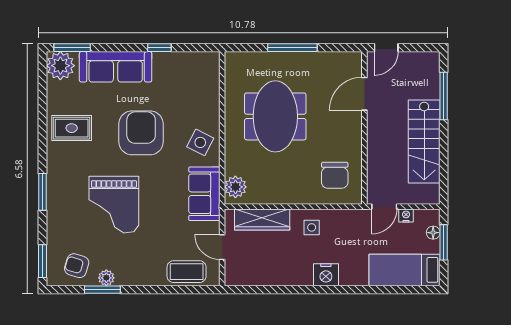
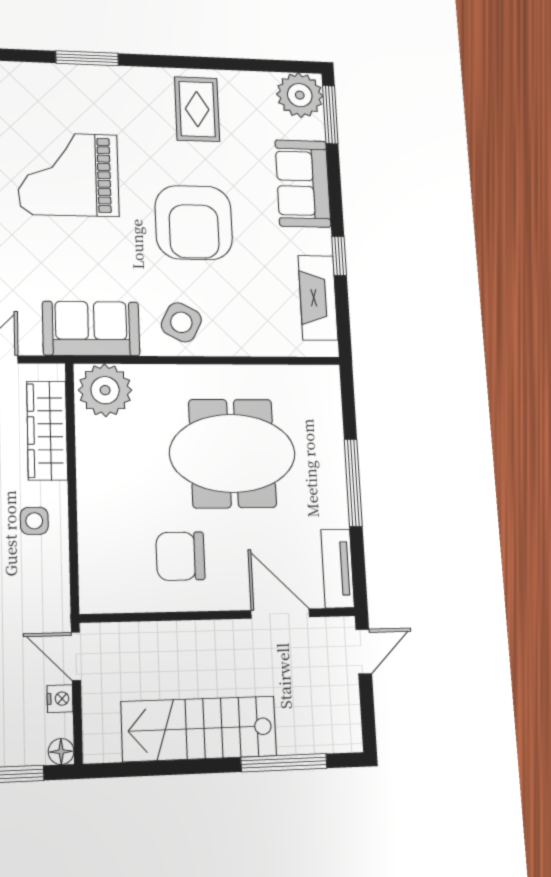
door: (386, 48) -> (364, 652), swing flipped
tv unit: (340, 60) -> (338, 568), added
fireplace: (185, 62) -> (318, 298), added
sofa: (116, 67) -> (303, 183), width x0.73
armchair: (141, 133) -> (194, 223), turned 90
chair: (335, 175) -> (180, 556), moved
plant: (235, 187) -> (105, 390), width x1.36, depth x1.36
floor lamp: (433, 233) -> (61, 752), moved

